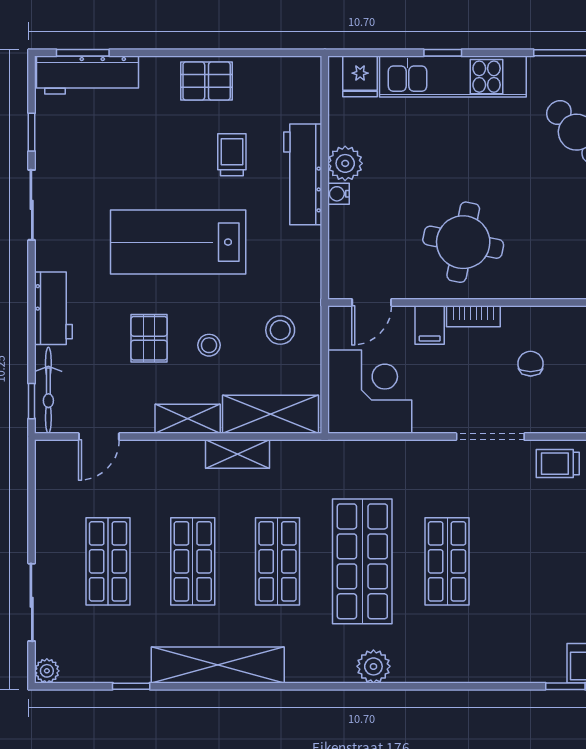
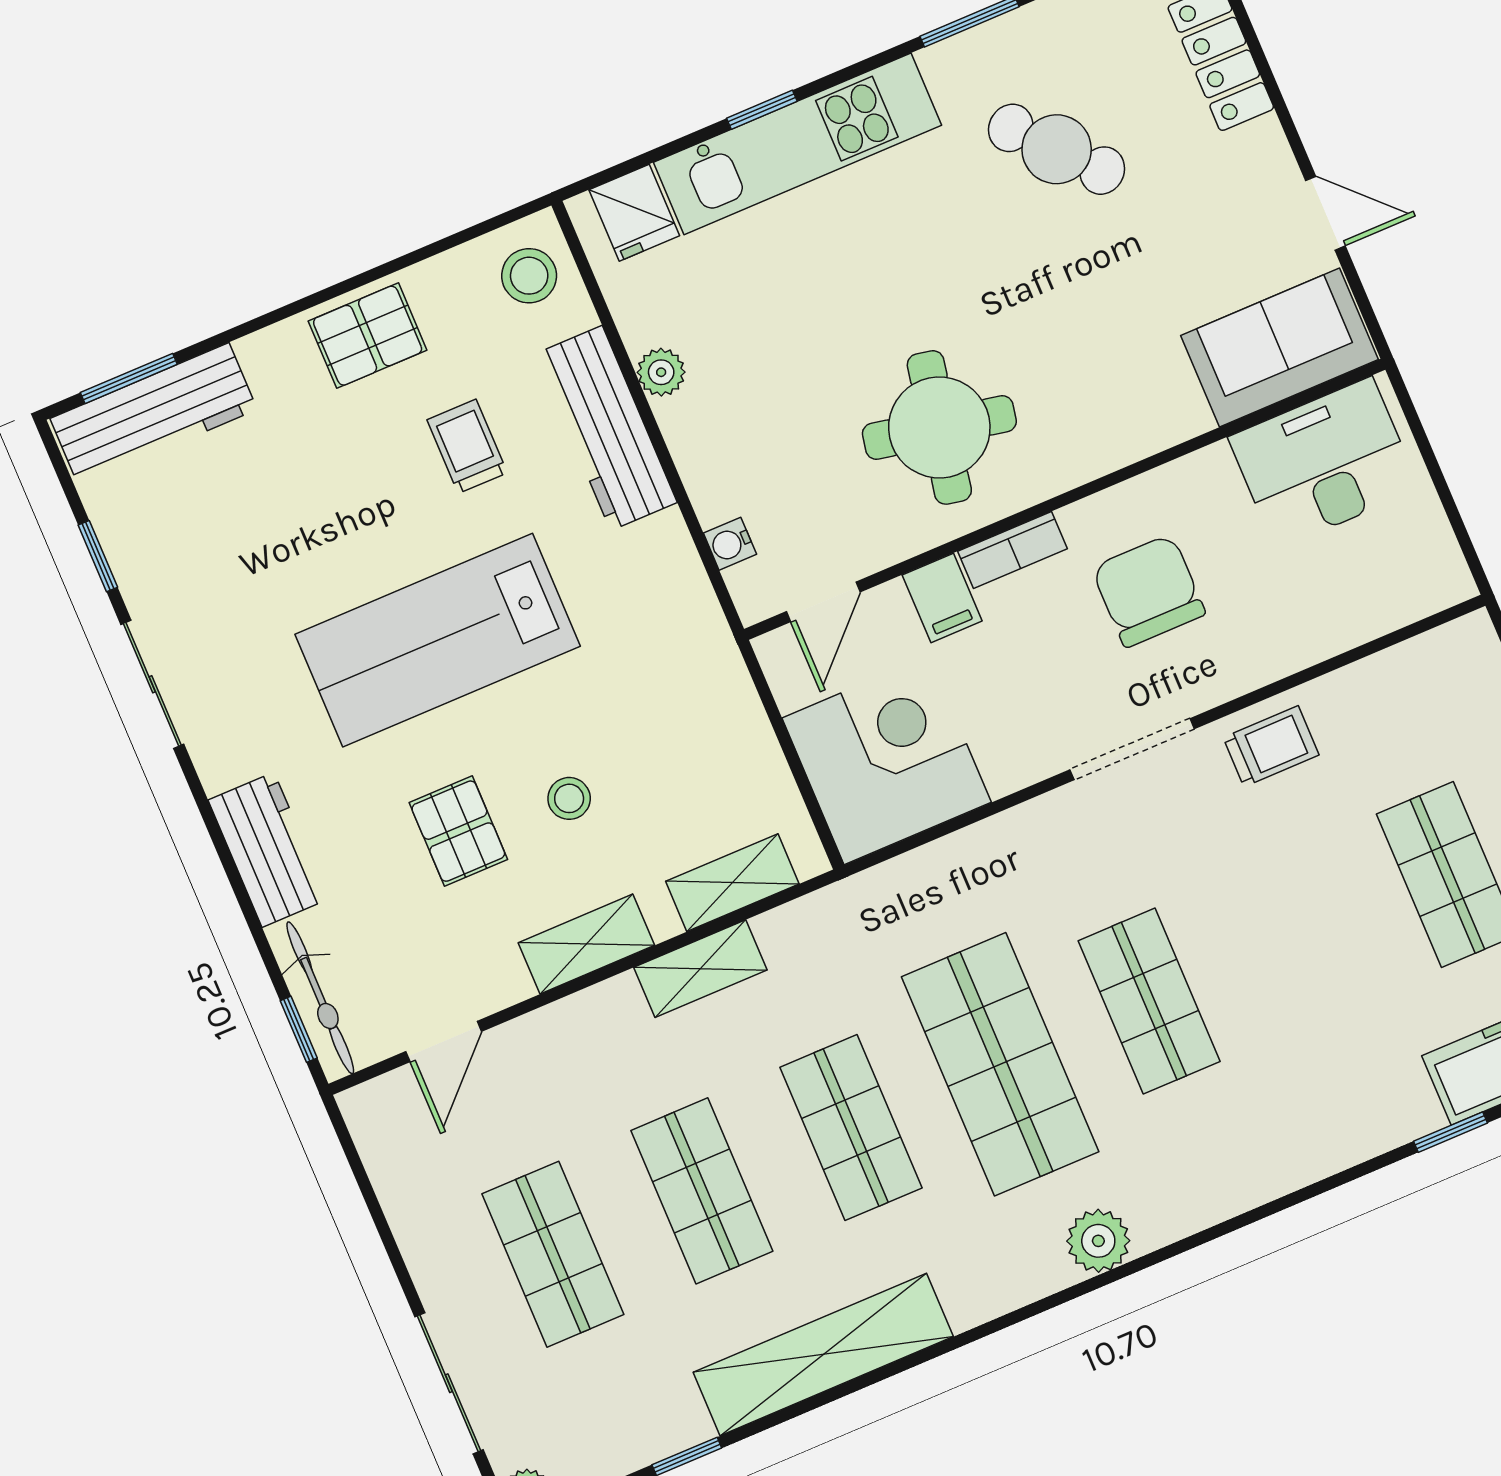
plant: (345, 163) -> (661, 372), width x0.73, depth x0.73
water cooler: (339, 194) -> (730, 544), moved
stool: (280, 330) -> (529, 276), moved
chair: (531, 364) -> (1148, 591), width x1.87, depth x1.87
shelving: (270, 414) -> (732, 883), width x0.67, depth x0.75
trolley: (558, 464) -> (1271, 746), turned 180

